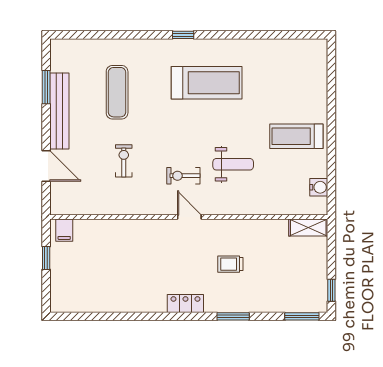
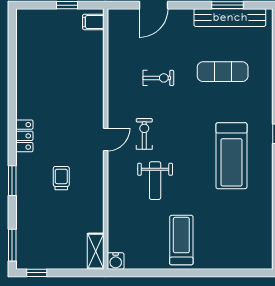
bench: (59, 111) -> (230, 18), moved
water cooler: (319, 187) -> (116, 261), moved

